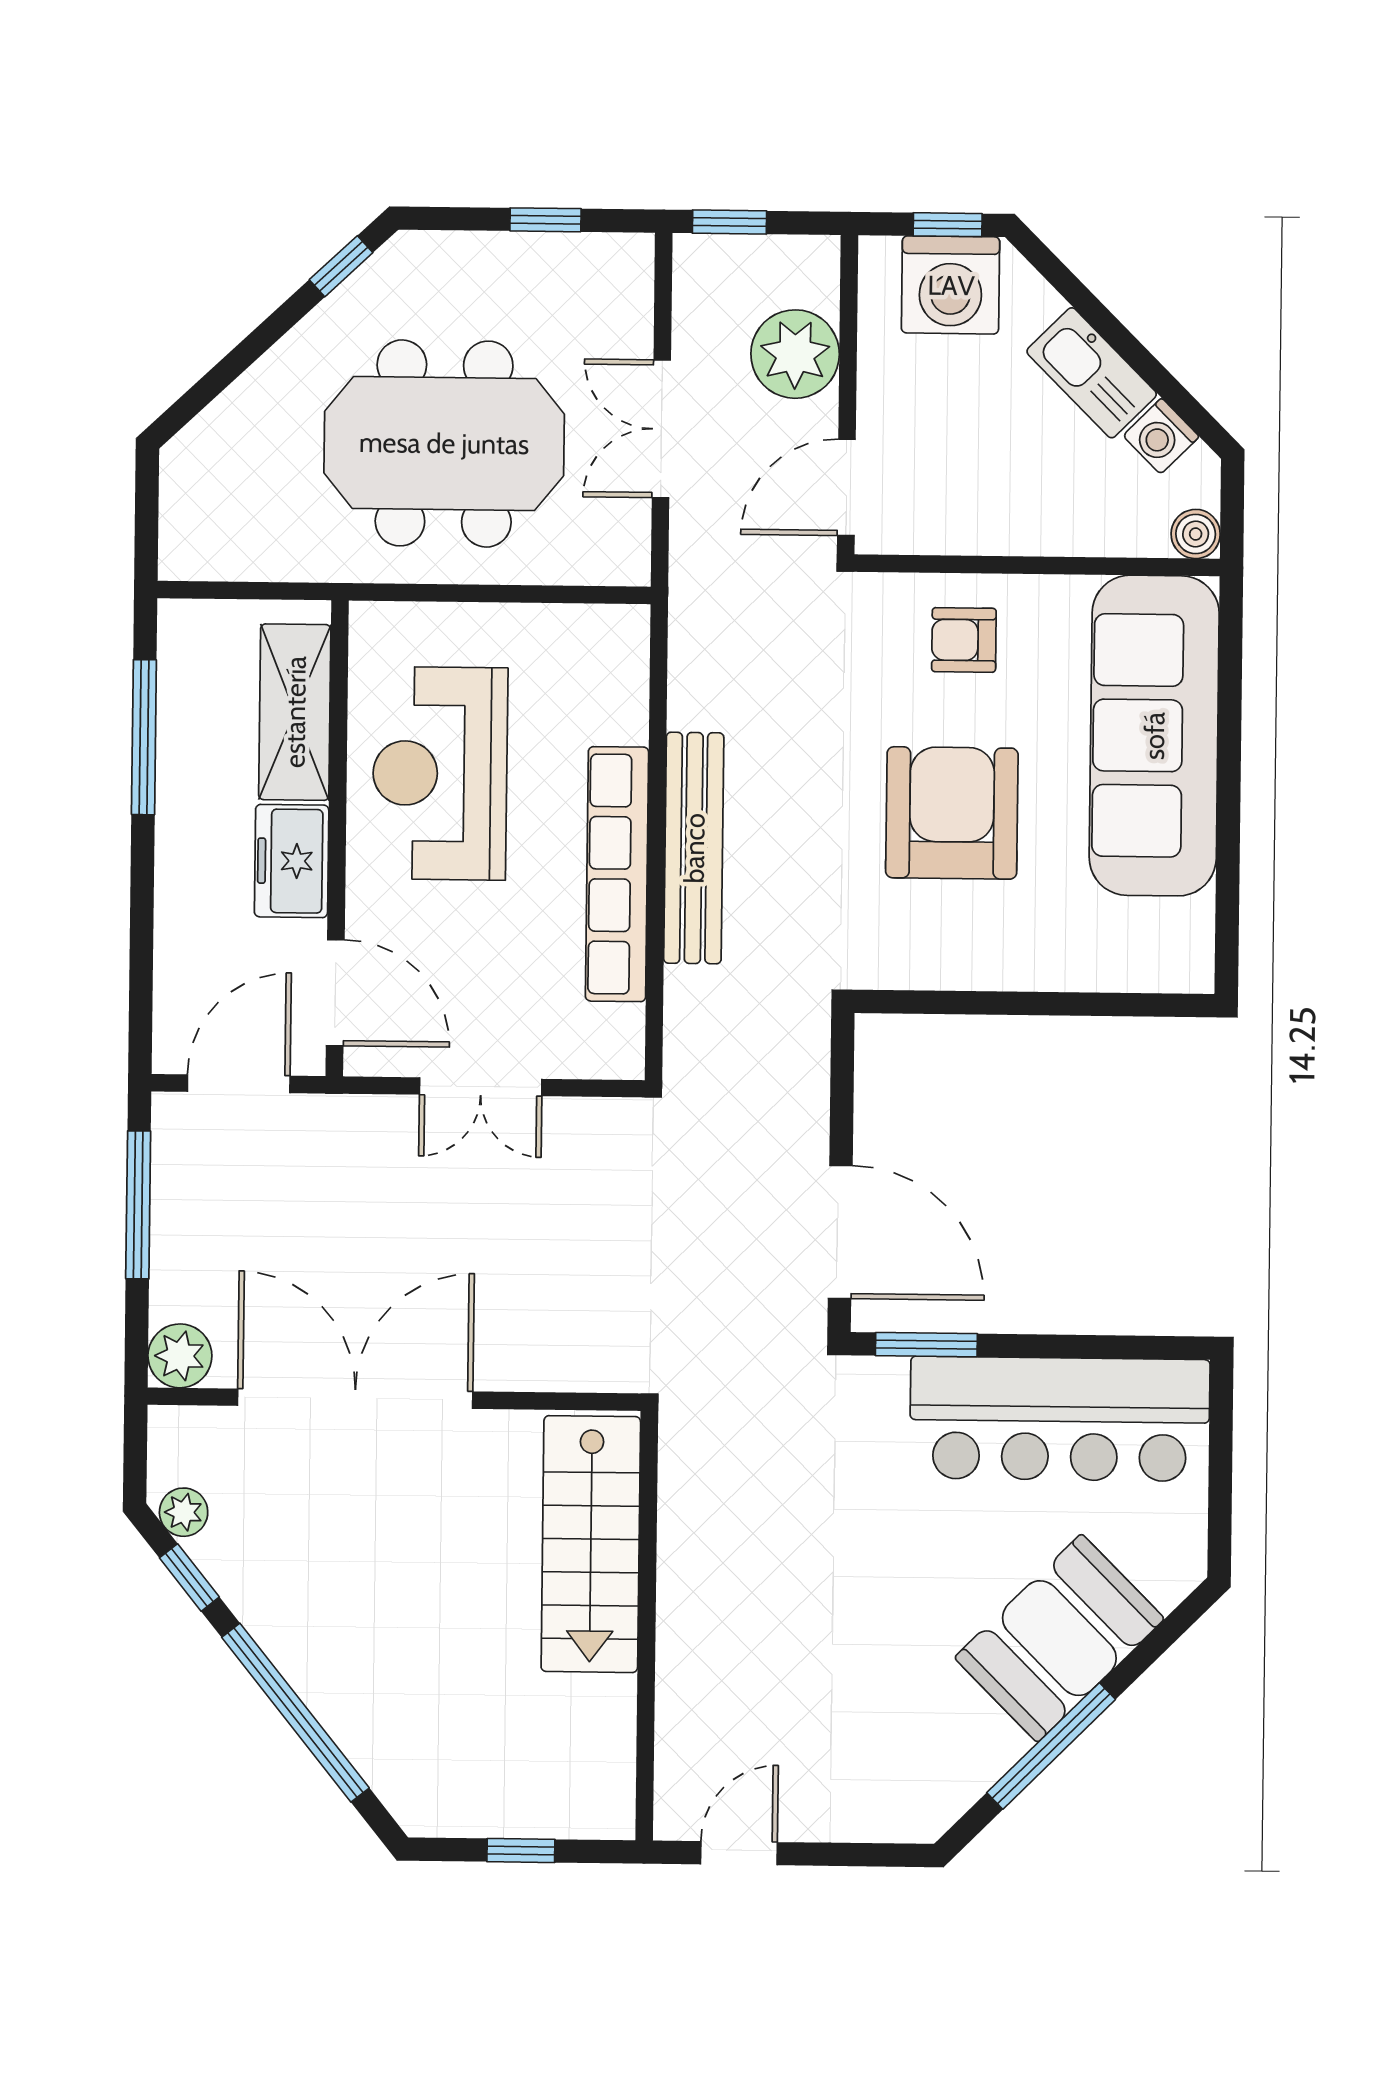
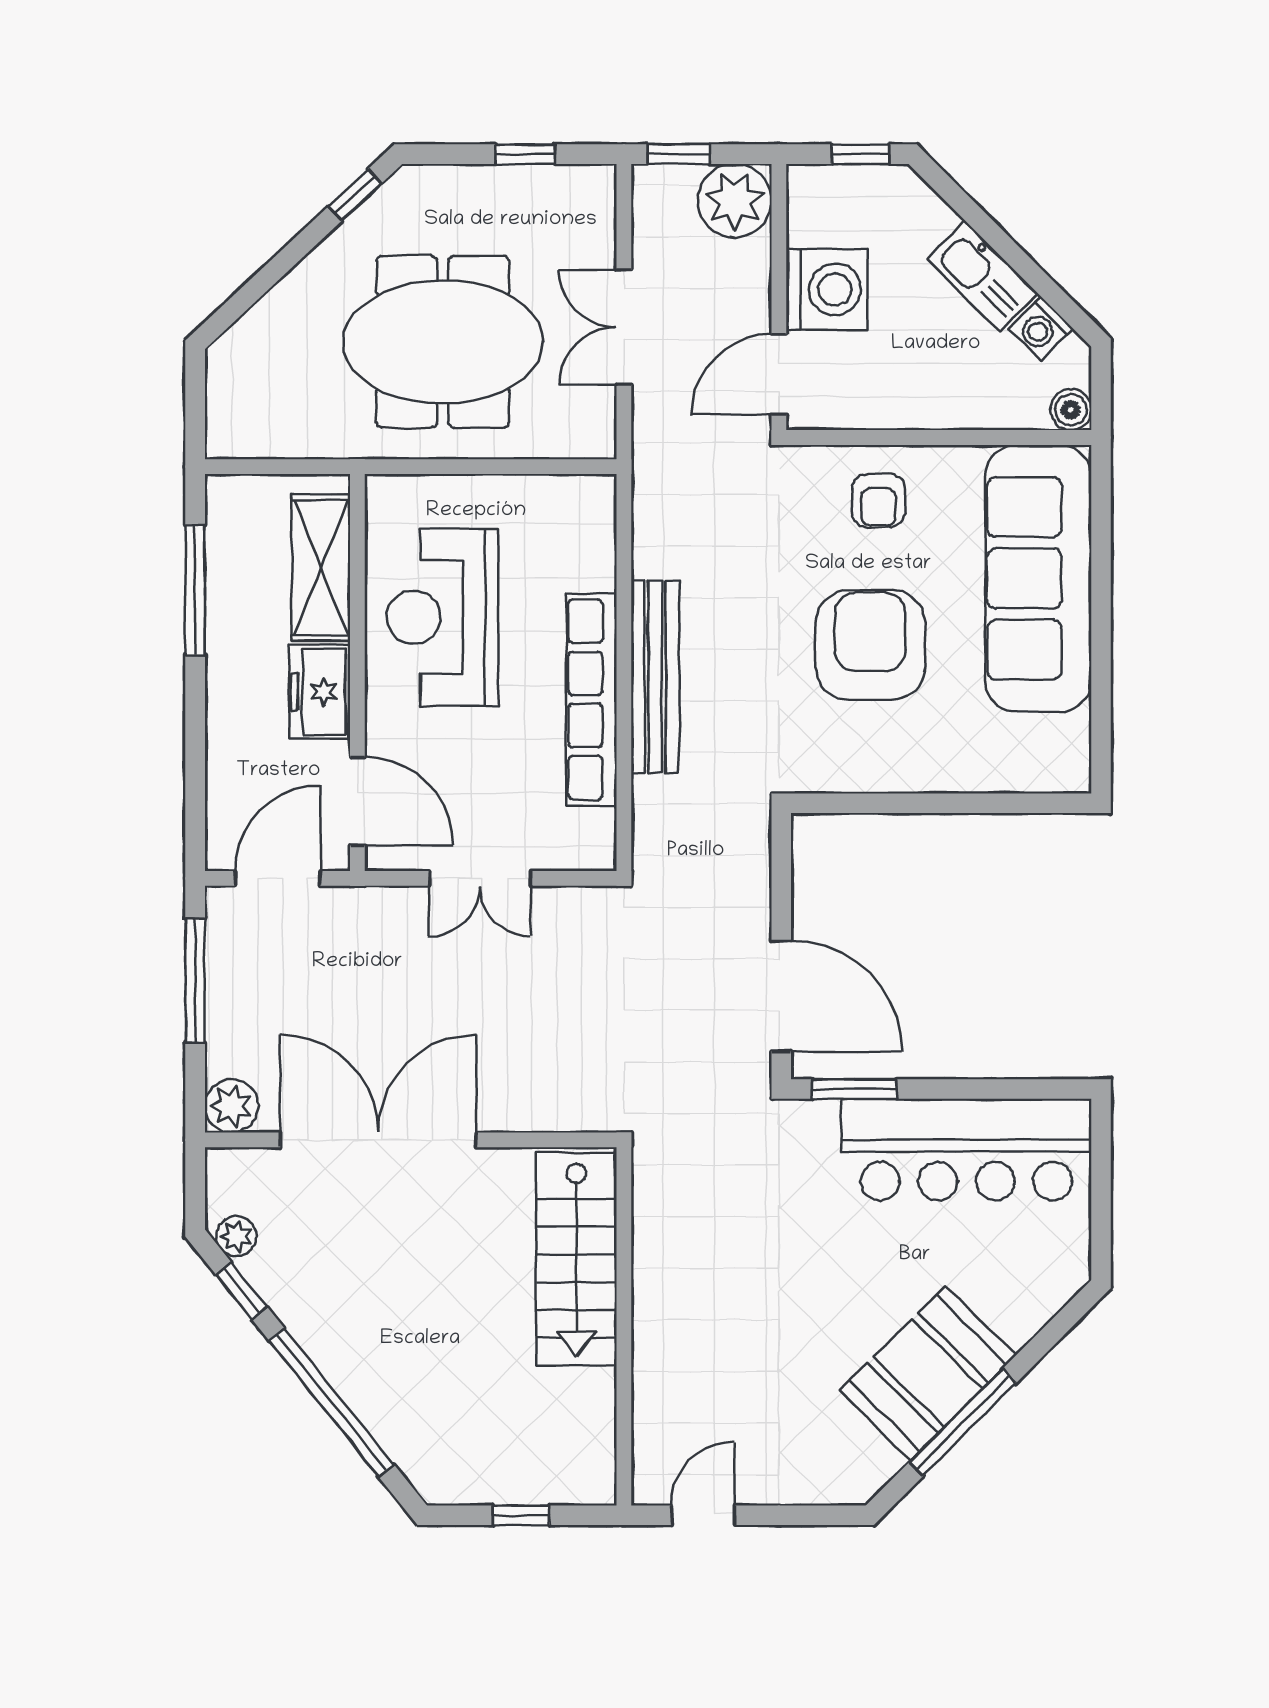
washing machine: (951, 285) -> (827, 289), moved, turned -90
plant: (795, 354) -> (735, 201), moved
armchair: (964, 640) -> (878, 501), turned -90
booth: (1059, 1638) -> (928, 1373), moved

